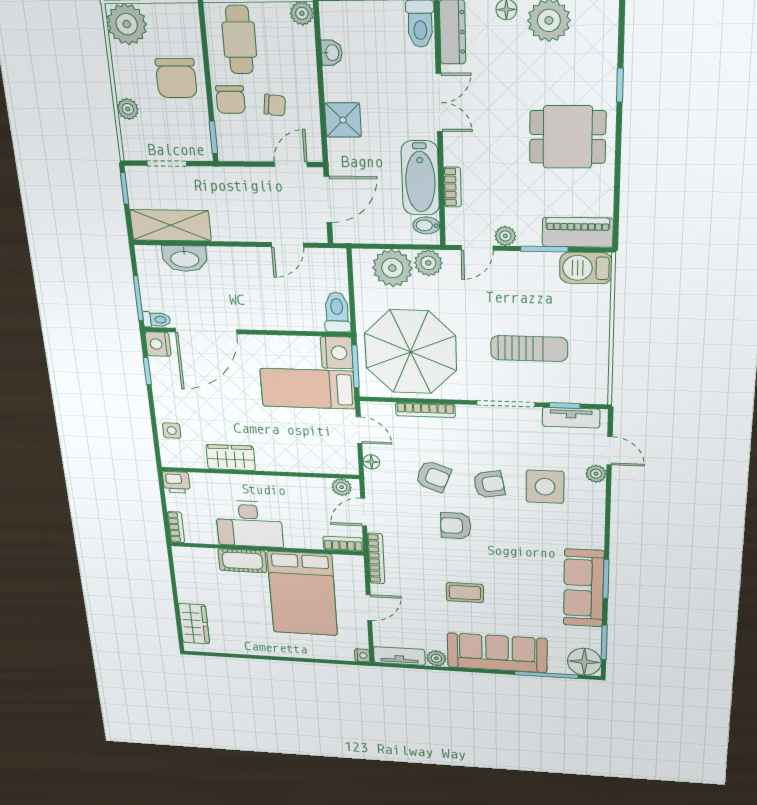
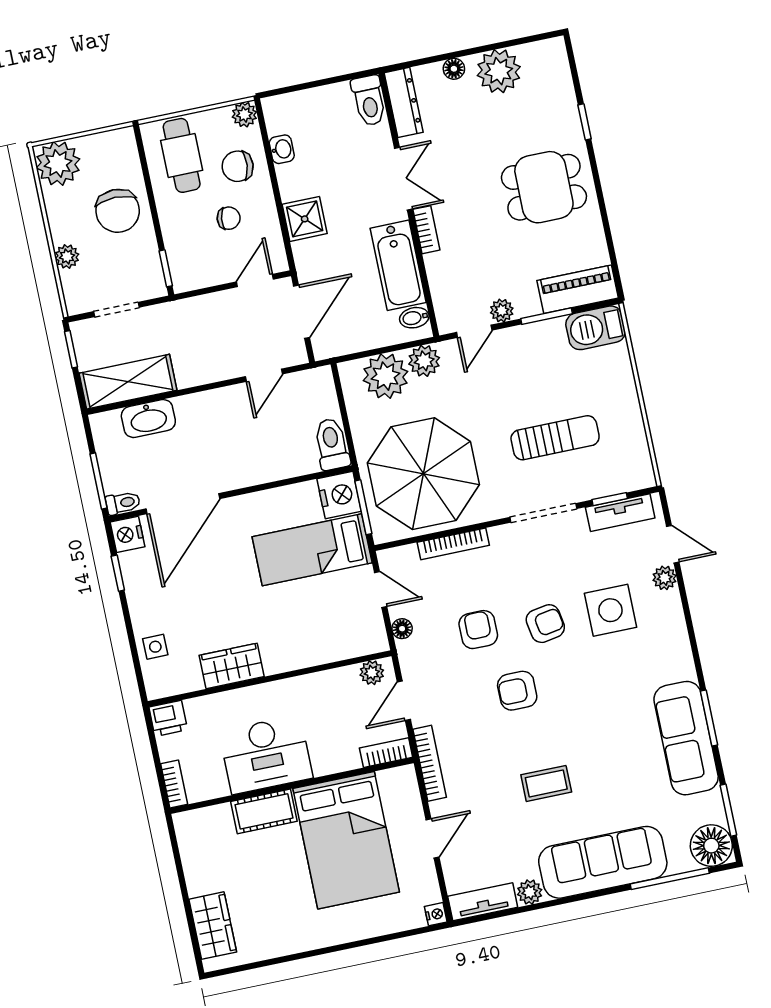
chair: (230, 100) -> (238, 166), moved, turned 95
bookcase: (452, 187) -> (426, 230), moved
armchair: (433, 476) -> (478, 630), turned -111

